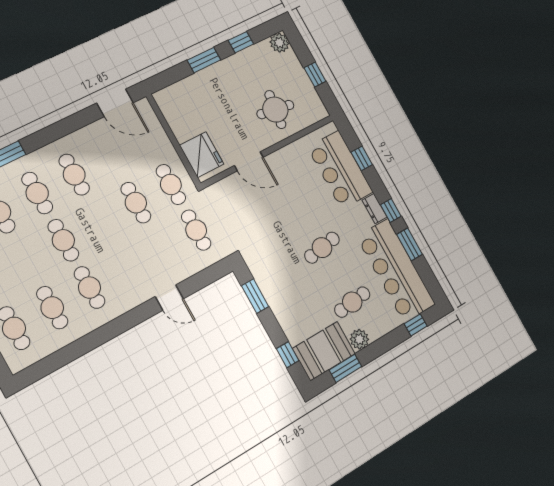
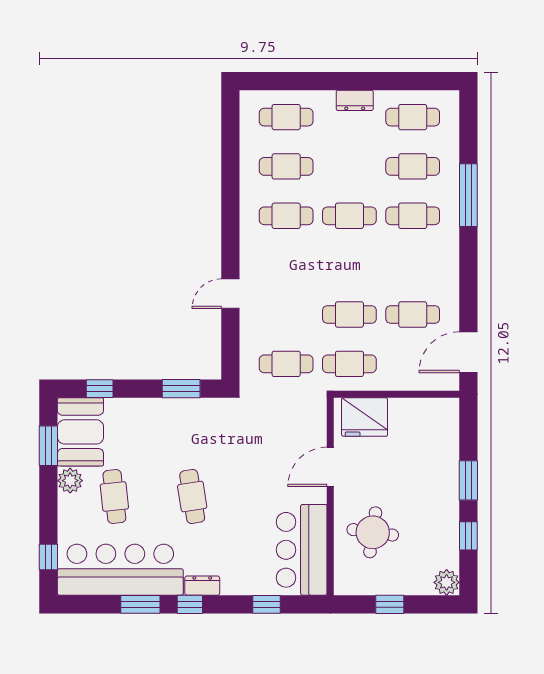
bar counter: (340, 170) -> (302, 550), moved, turned -90
cafe table: (74, 175) -> (413, 315), moved

